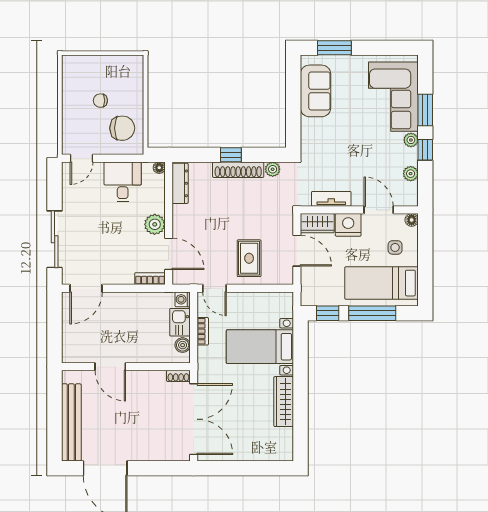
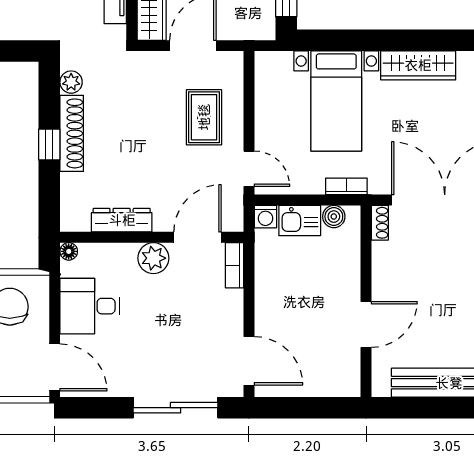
door: (82, 158) -> (55, 367), width x1.38
dresser: (180, 183) -> (122, 220), moved
rug: (249, 258) -> (204, 117), turned 90
door: (215, 288) -> (249, 169), hinge flipped
bookcase: (203, 331) -> (346, 186), moved

